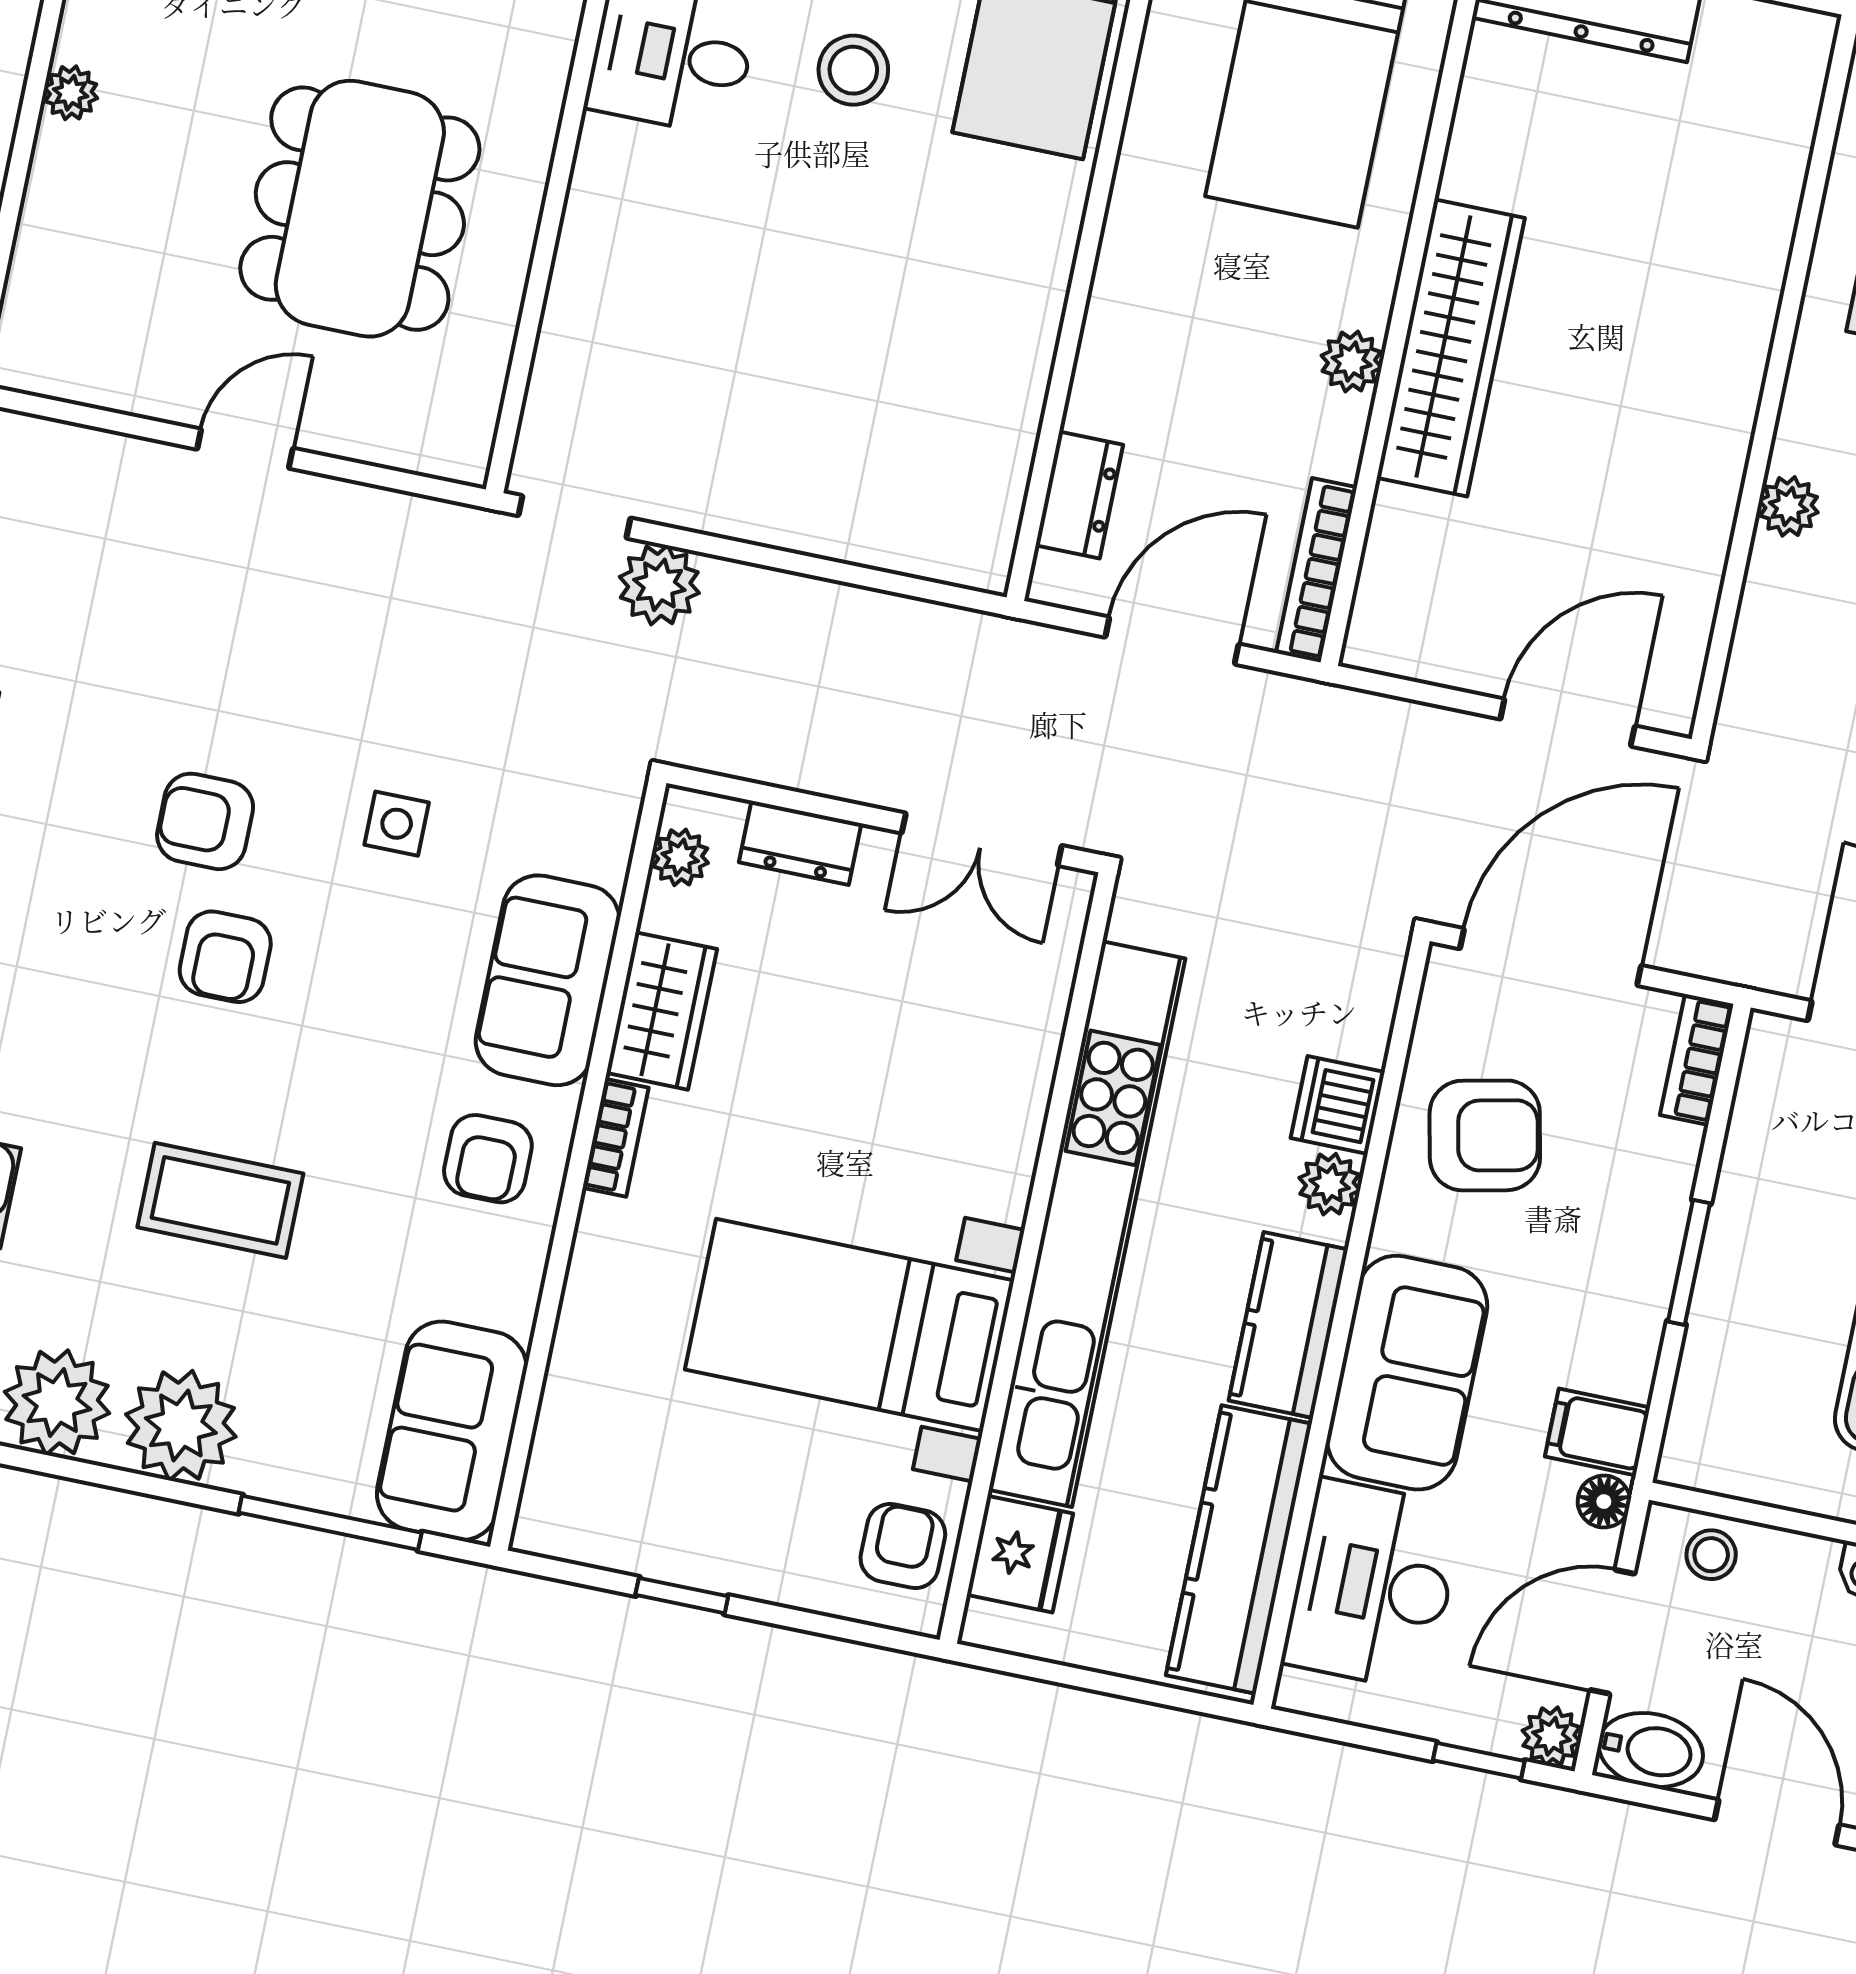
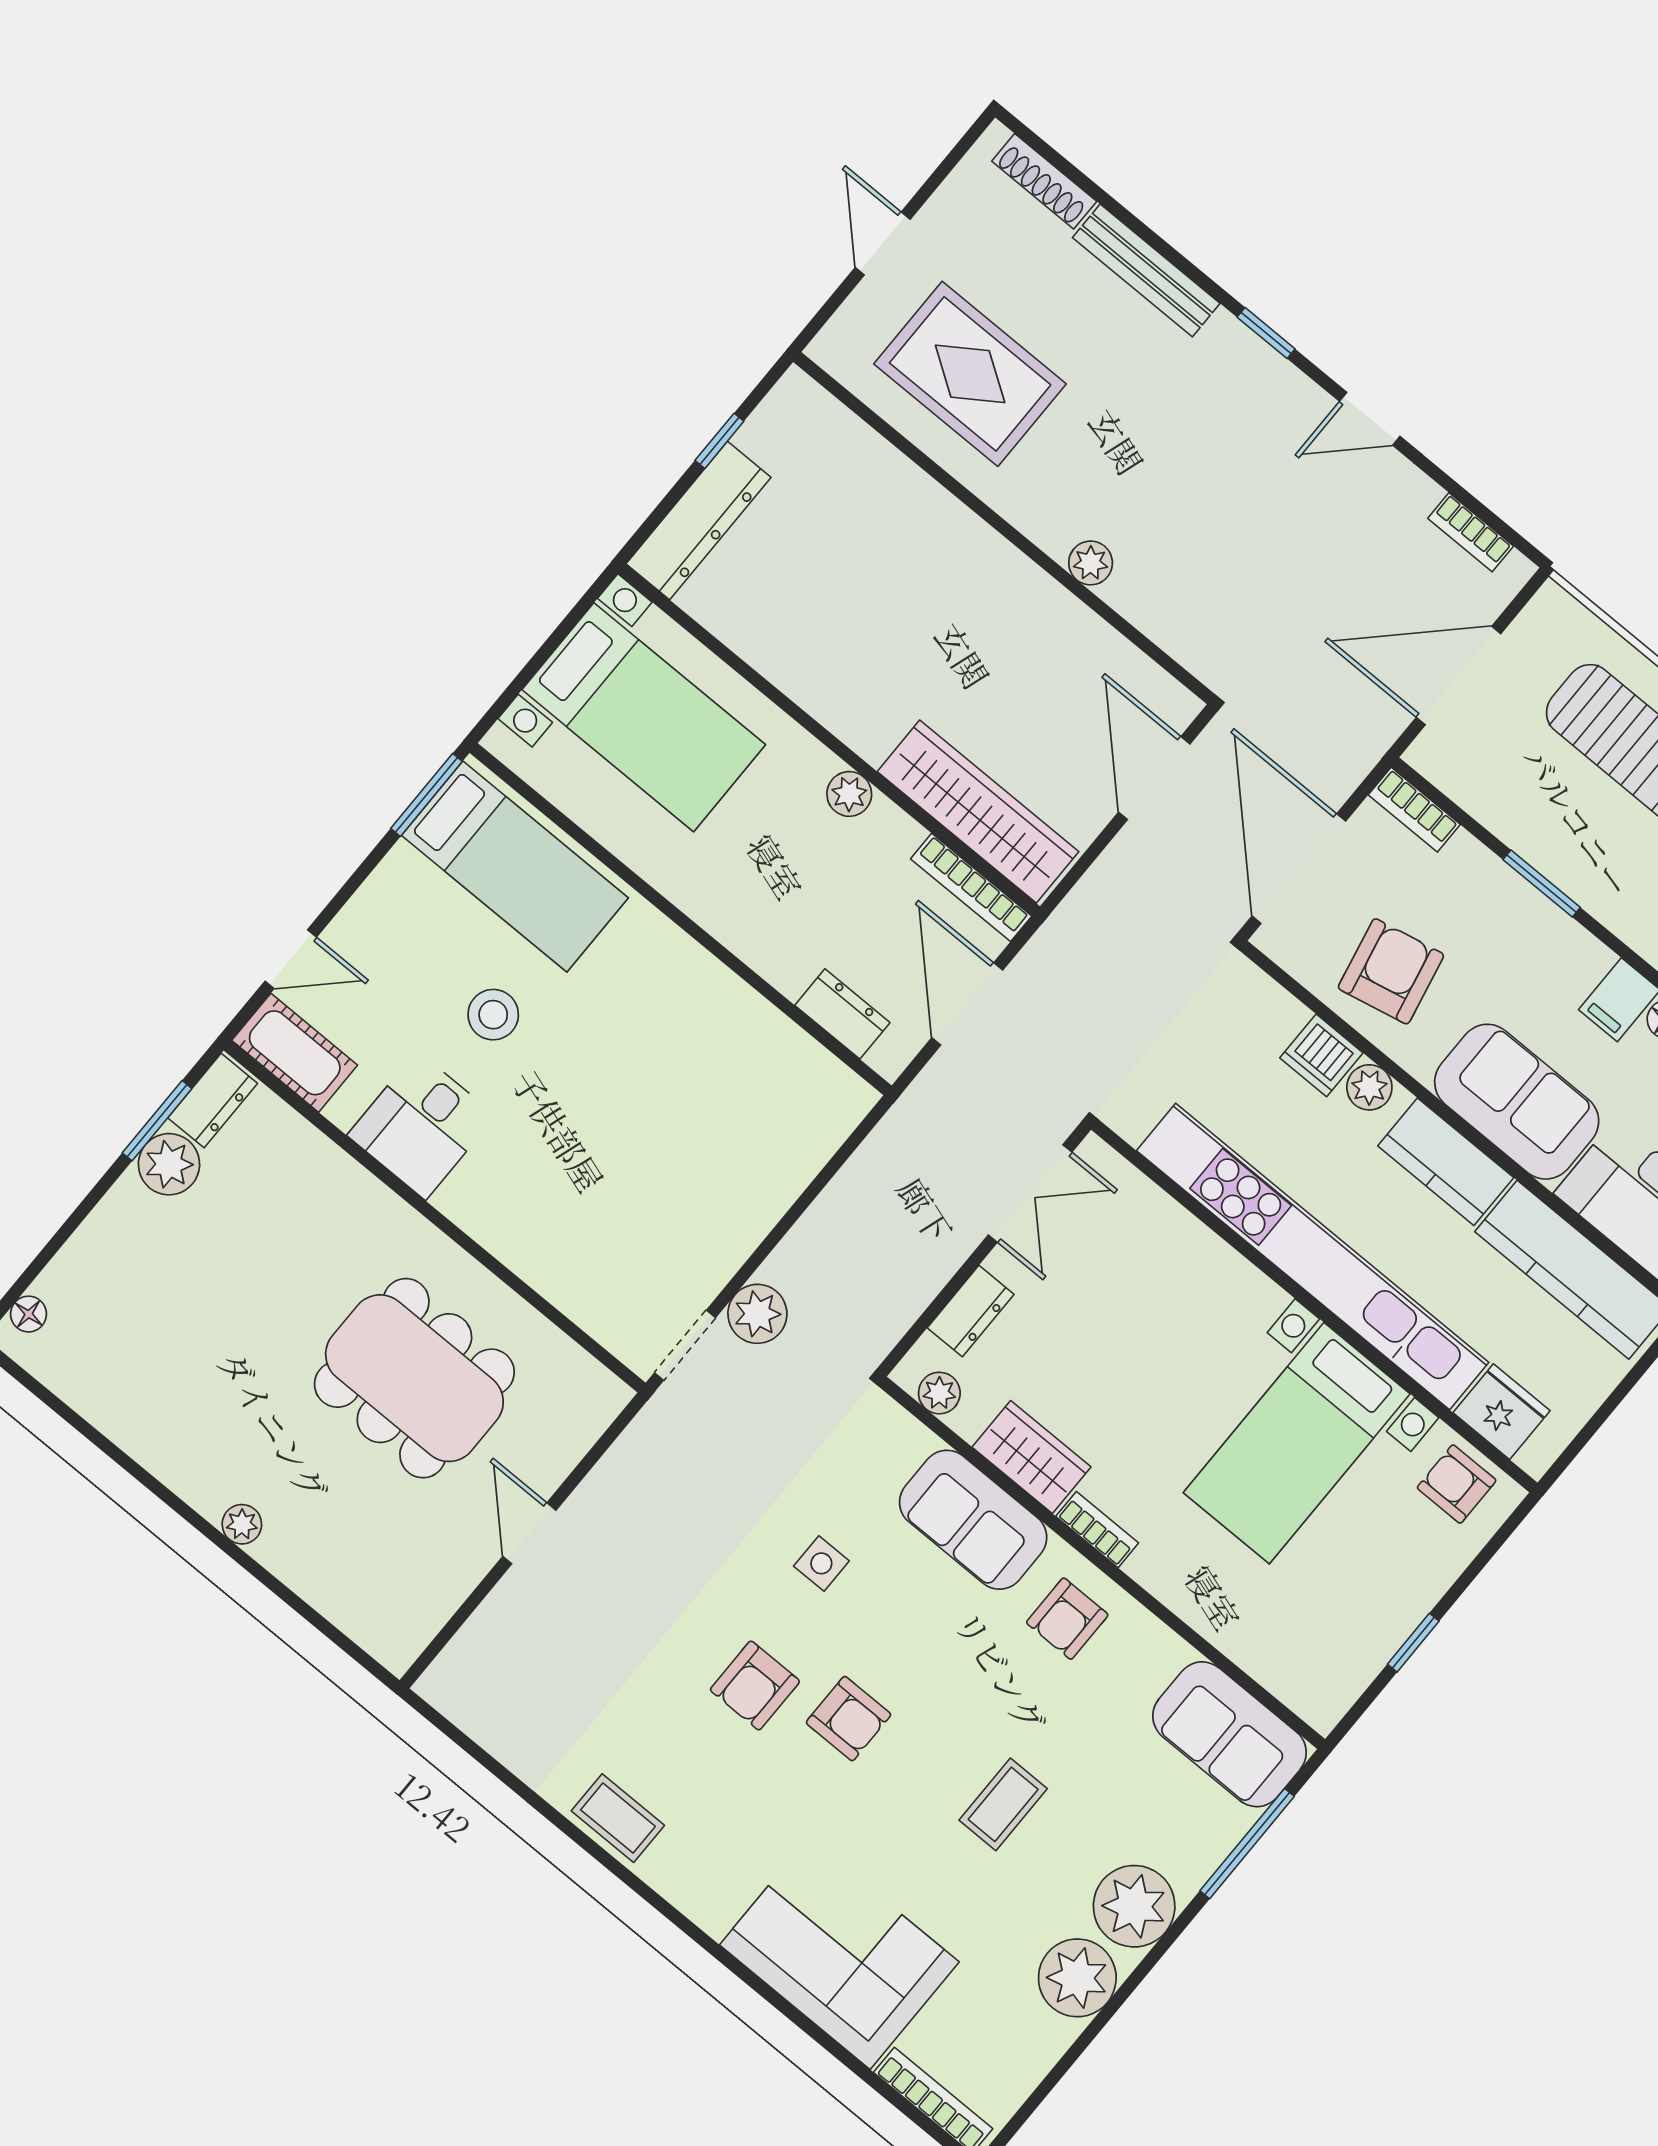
wardrobe: (1451, 348) -> (978, 812), moved
armchair: (488, 1159) -> (1067, 1619), turned 90
coffee table: (220, 1200) -> (1003, 1804), width x0.73, depth x0.77

